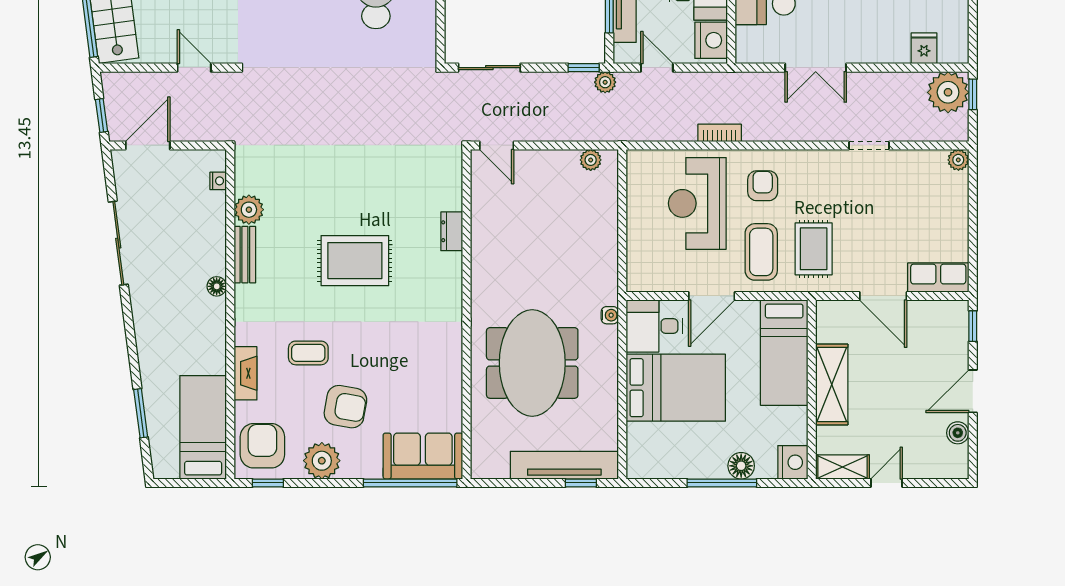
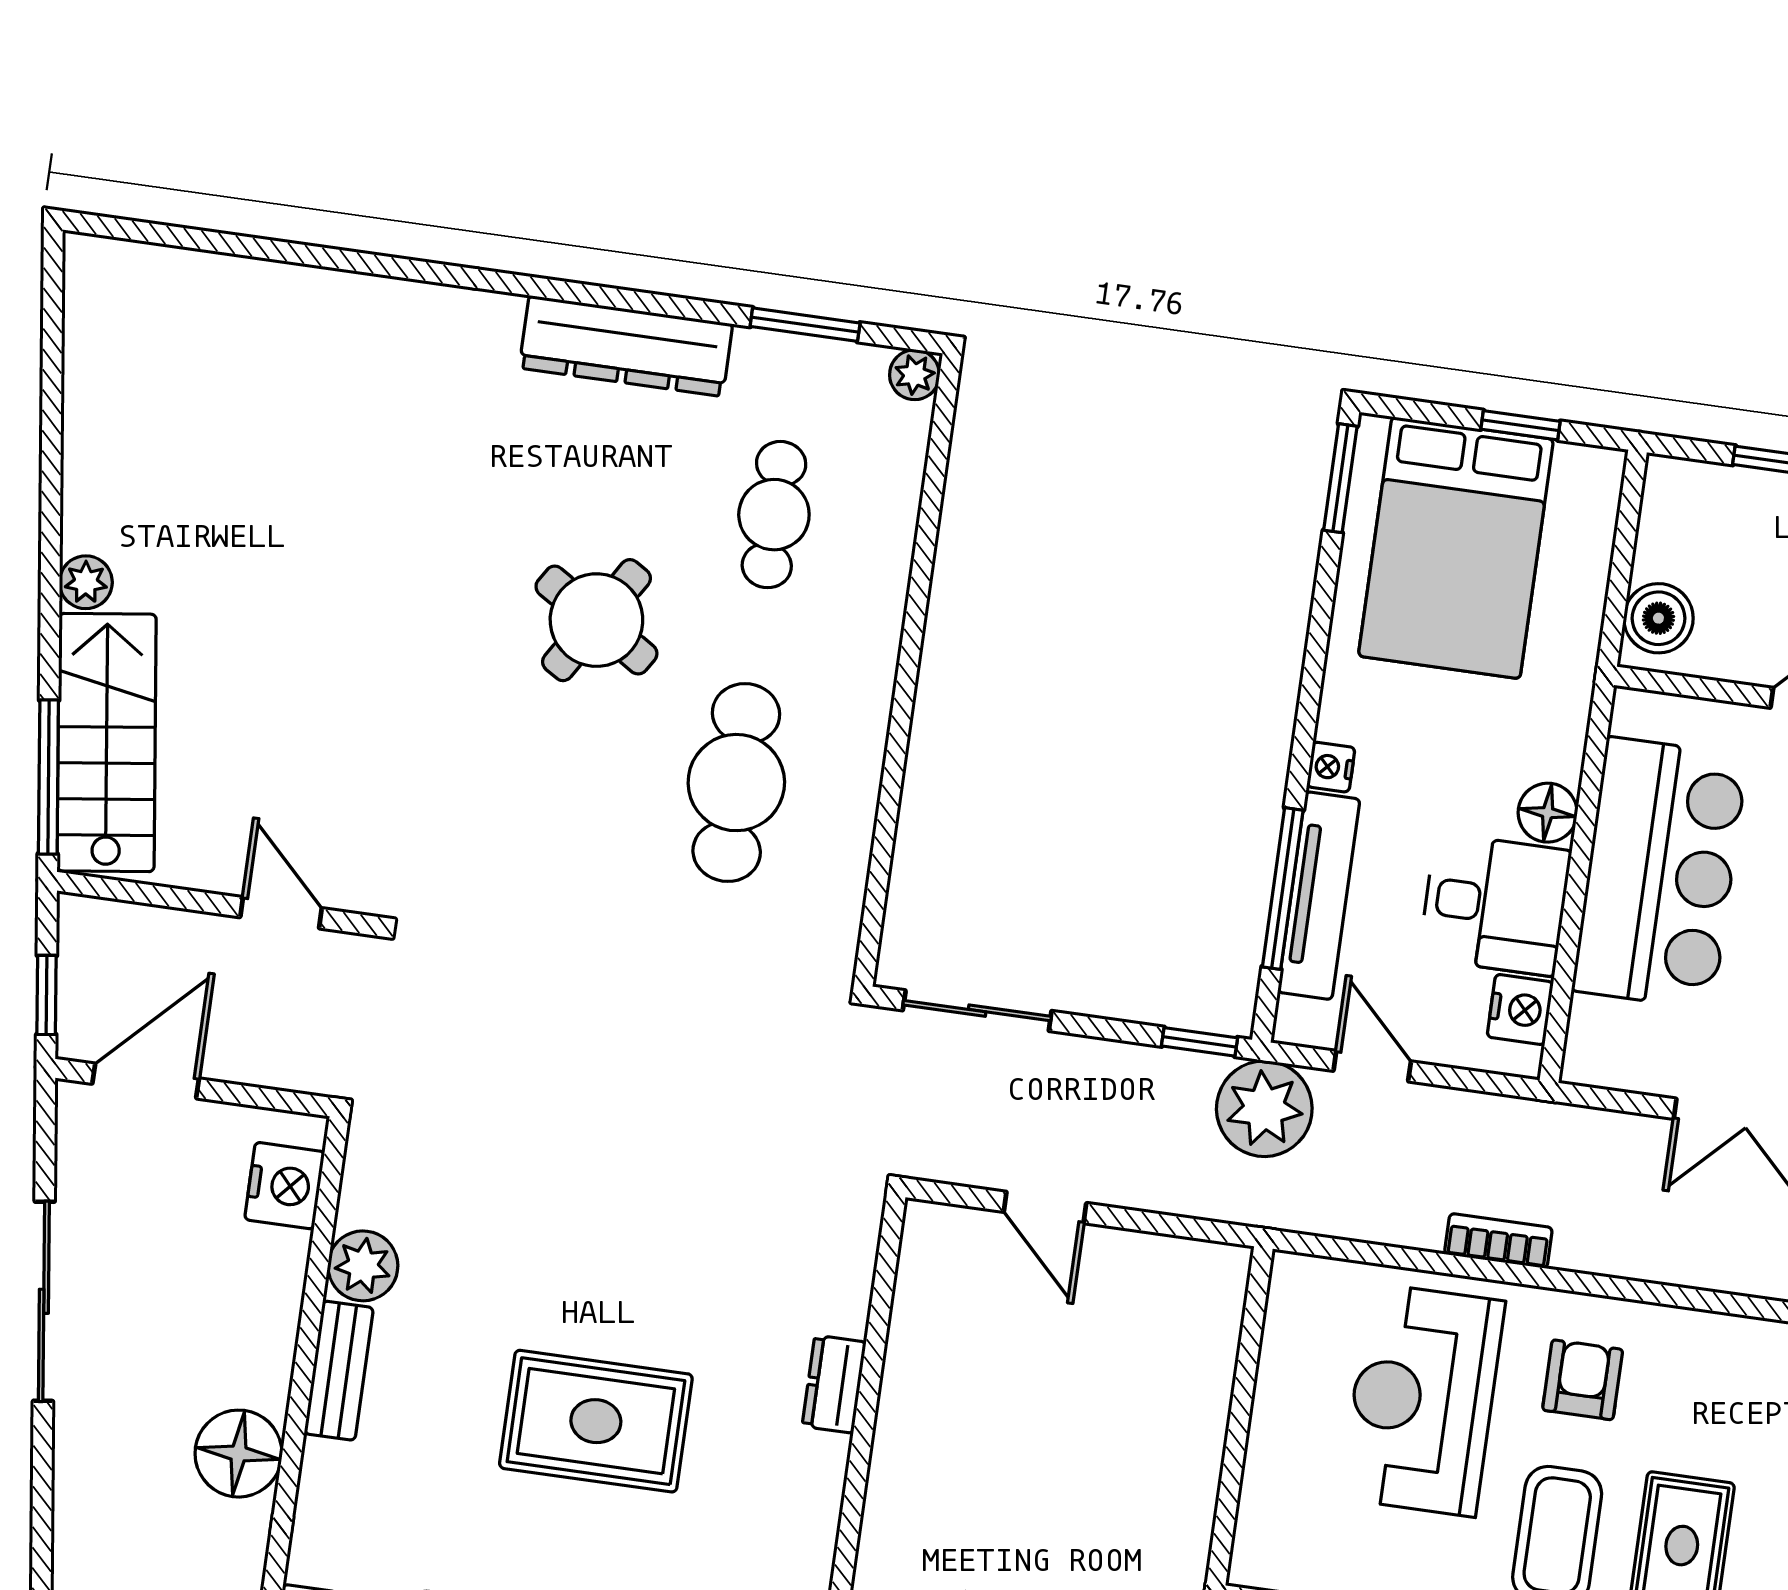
nightstand: (711, 40) -> (1520, 1010), width x0.74, depth x0.75
plant: (605, 82) -> (1264, 1109), width x1.87, depth x1.87
door: (497, 145) -> (1045, 1207), moved
plant: (591, 160) -> (1185, 1262), removed
nightstand: (218, 181) -> (285, 1186), width x1.89, depth x1.79
floor lamp: (217, 286) -> (239, 1454), width x1.89, depth x1.89

